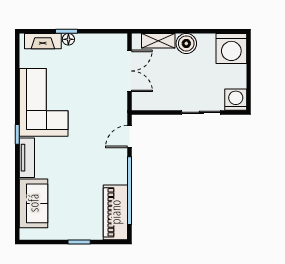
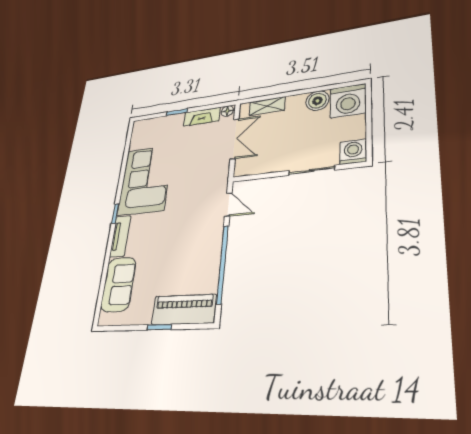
floor lamp: (68, 39) -> (227, 111), moved
fireplace: (43, 41) -> (202, 117), moved
boiler: (186, 43) -> (317, 101), moved
door: (129, 137) -> (228, 205), swing flipped
piano: (115, 212) -> (184, 310), moved, turned 90

